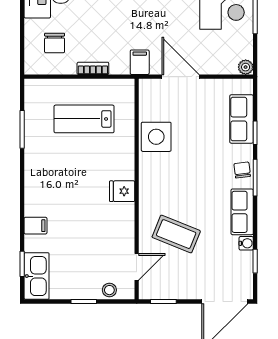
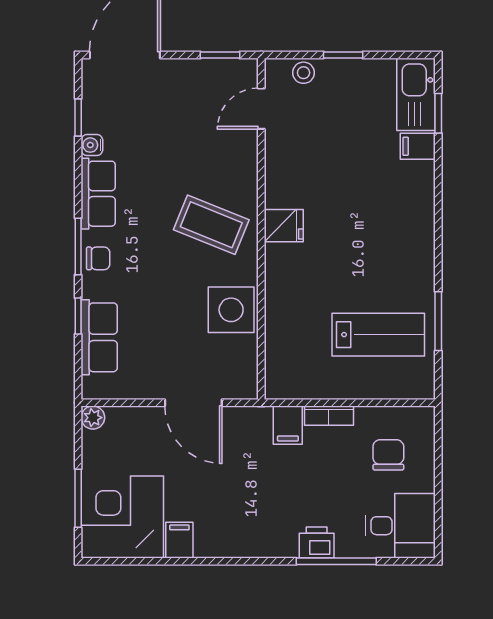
filing cabinet: (140, 62) -> (288, 425), moved
lab bench: (84, 119) -> (378, 335), moved
chair: (242, 170) -> (98, 258), turned -83
filing cabinet: (36, 226) -> (418, 146), moved
coffee table: (176, 234) -> (211, 225), moved

